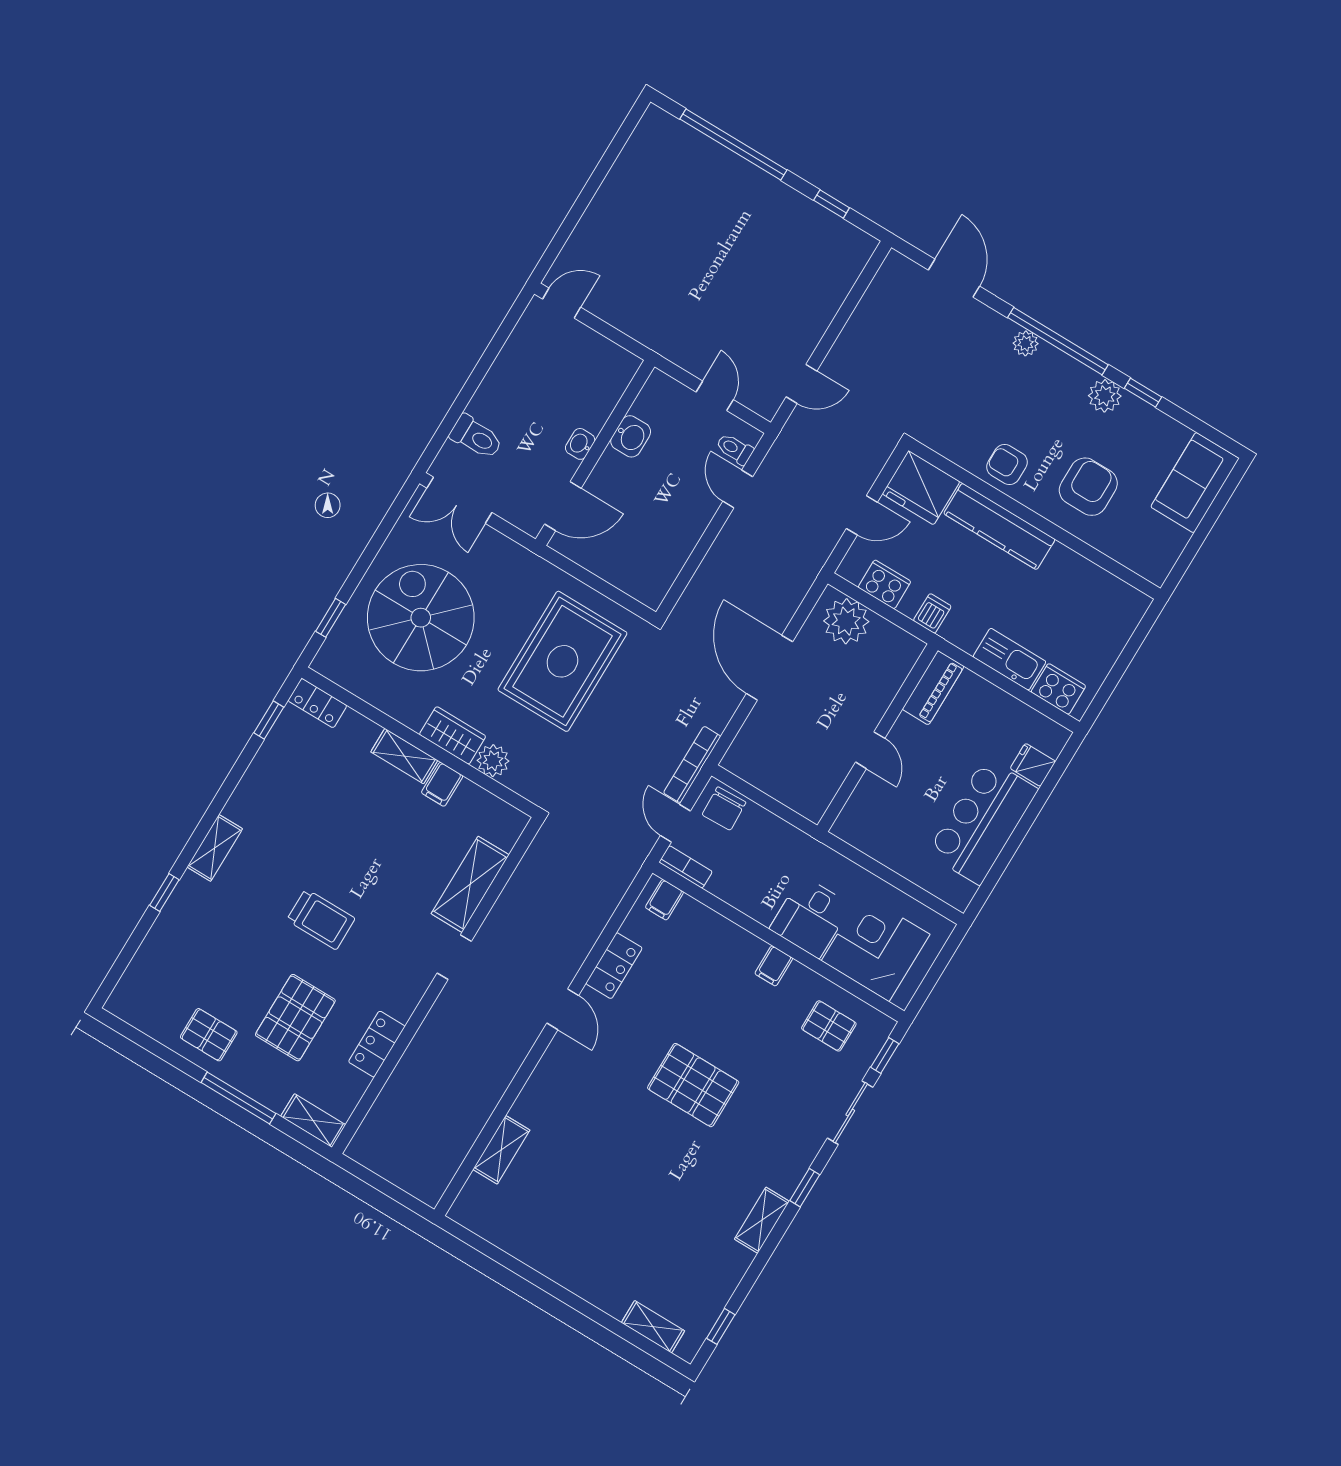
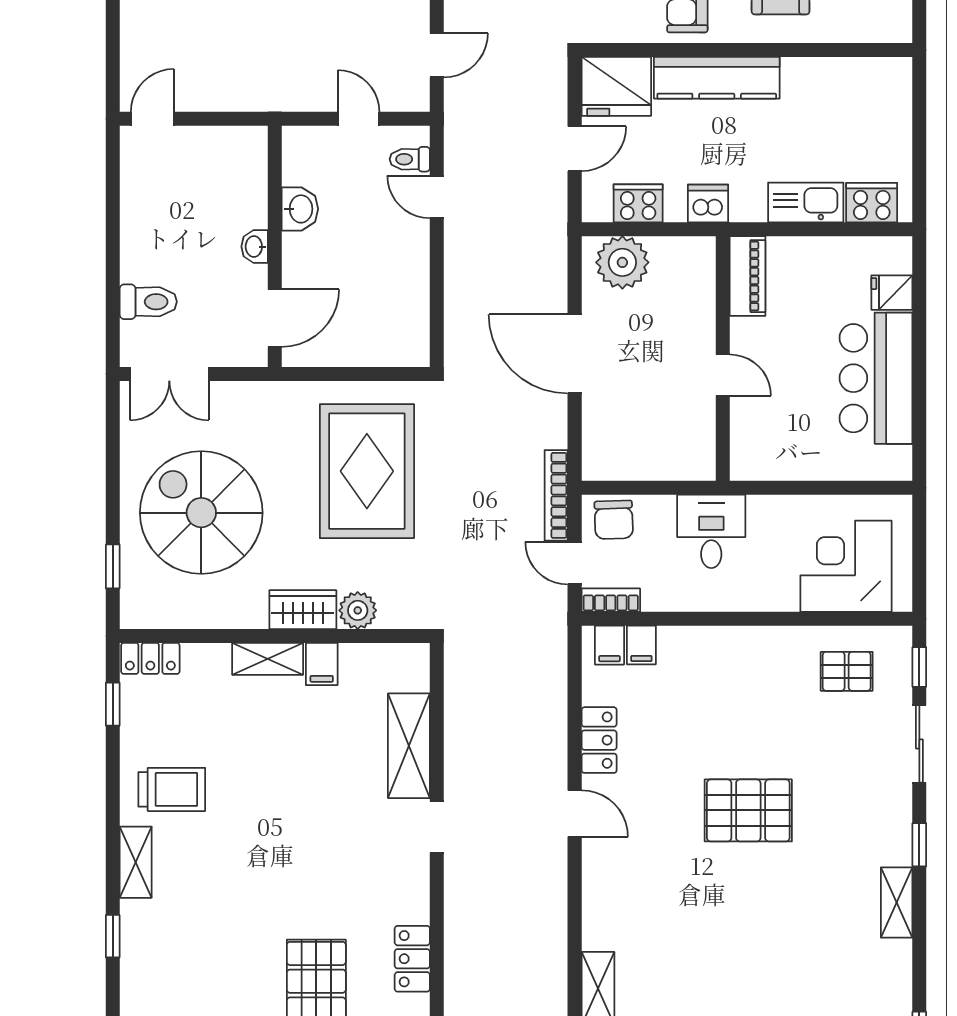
dishwasher: (932, 613) -> (708, 203), width x1.38
desk: (810, 917) -> (711, 531), moved, turned 180
trolley: (321, 919) -> (172, 789), moved
filing cabinet: (774, 966) -> (641, 645), moved

